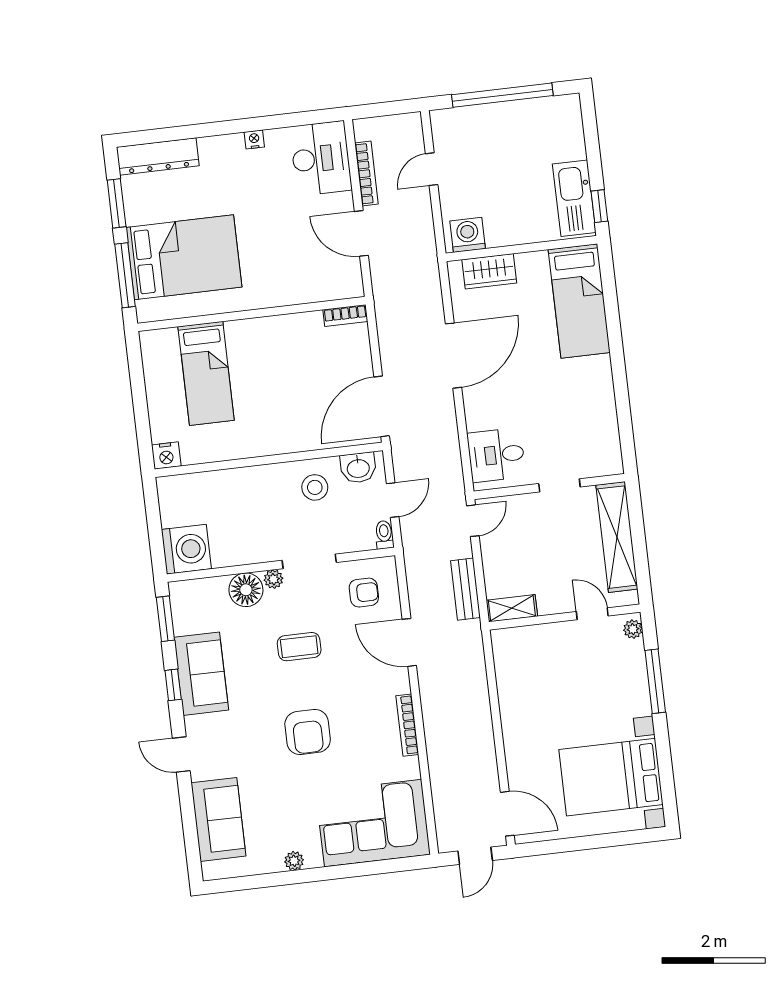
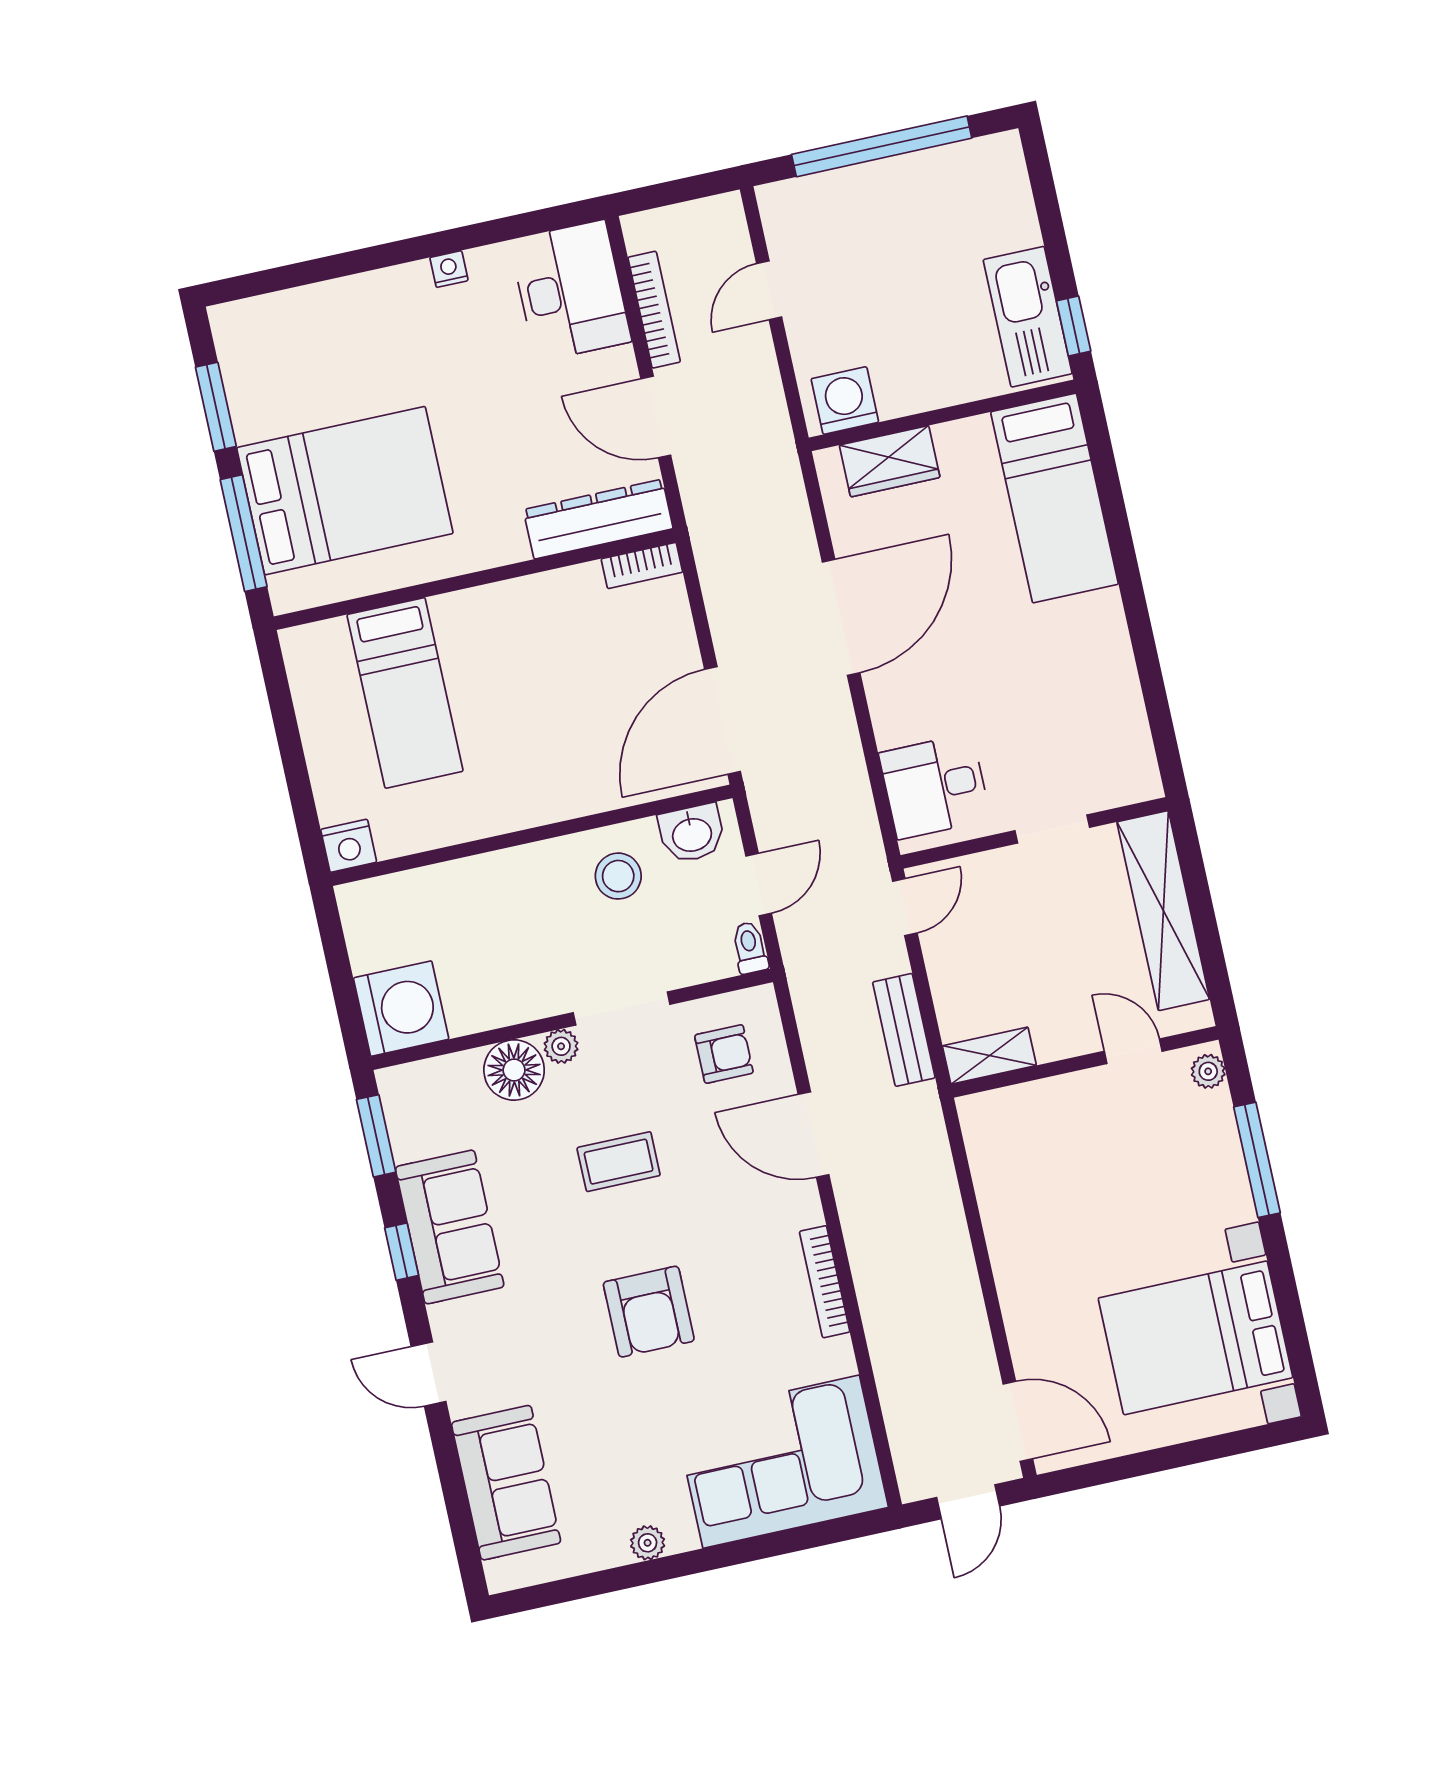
dresser: (158, 156) -> (598, 519), moved, turned 180

